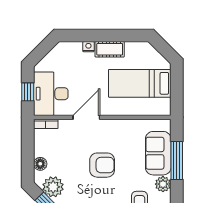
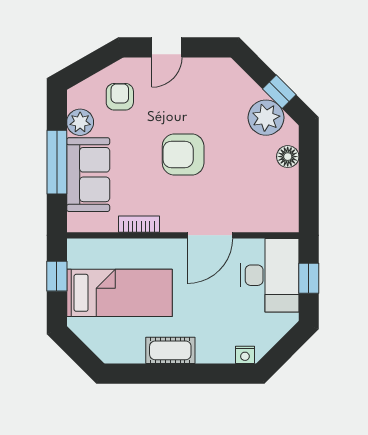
nightstand: (88, 47) -> (245, 355), moved
window: (177, 93) -> (57, 276), added
bookcase: (46, 124) -> (139, 224), moved

